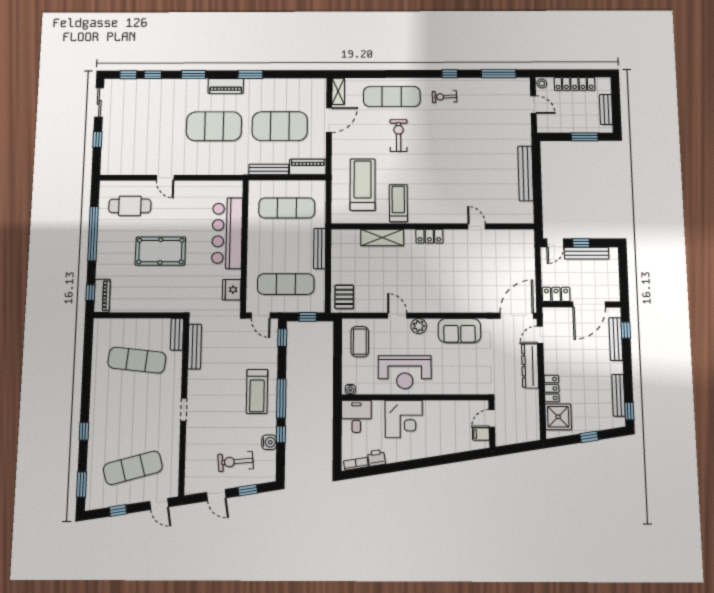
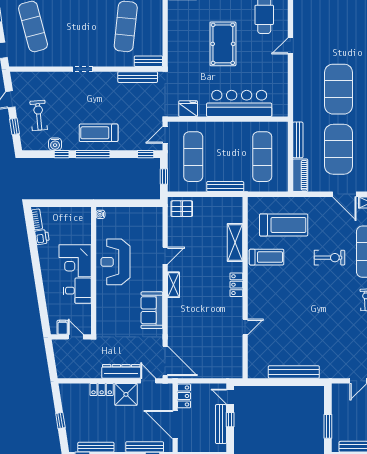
shelving: (430, 306) -> (173, 285), added
plant: (419, 326) -> (156, 274), removed
coffee table: (360, 342) -> (142, 223), removed
desk: (356, 416) -> (77, 291), moved
shower: (558, 417) -> (126, 394), moved

